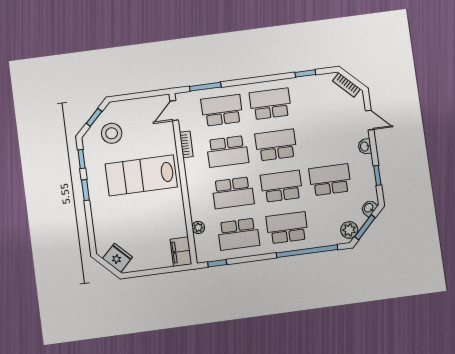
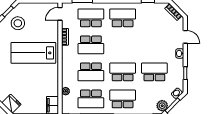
school desk: (276, 145) -> (123, 45), removed

